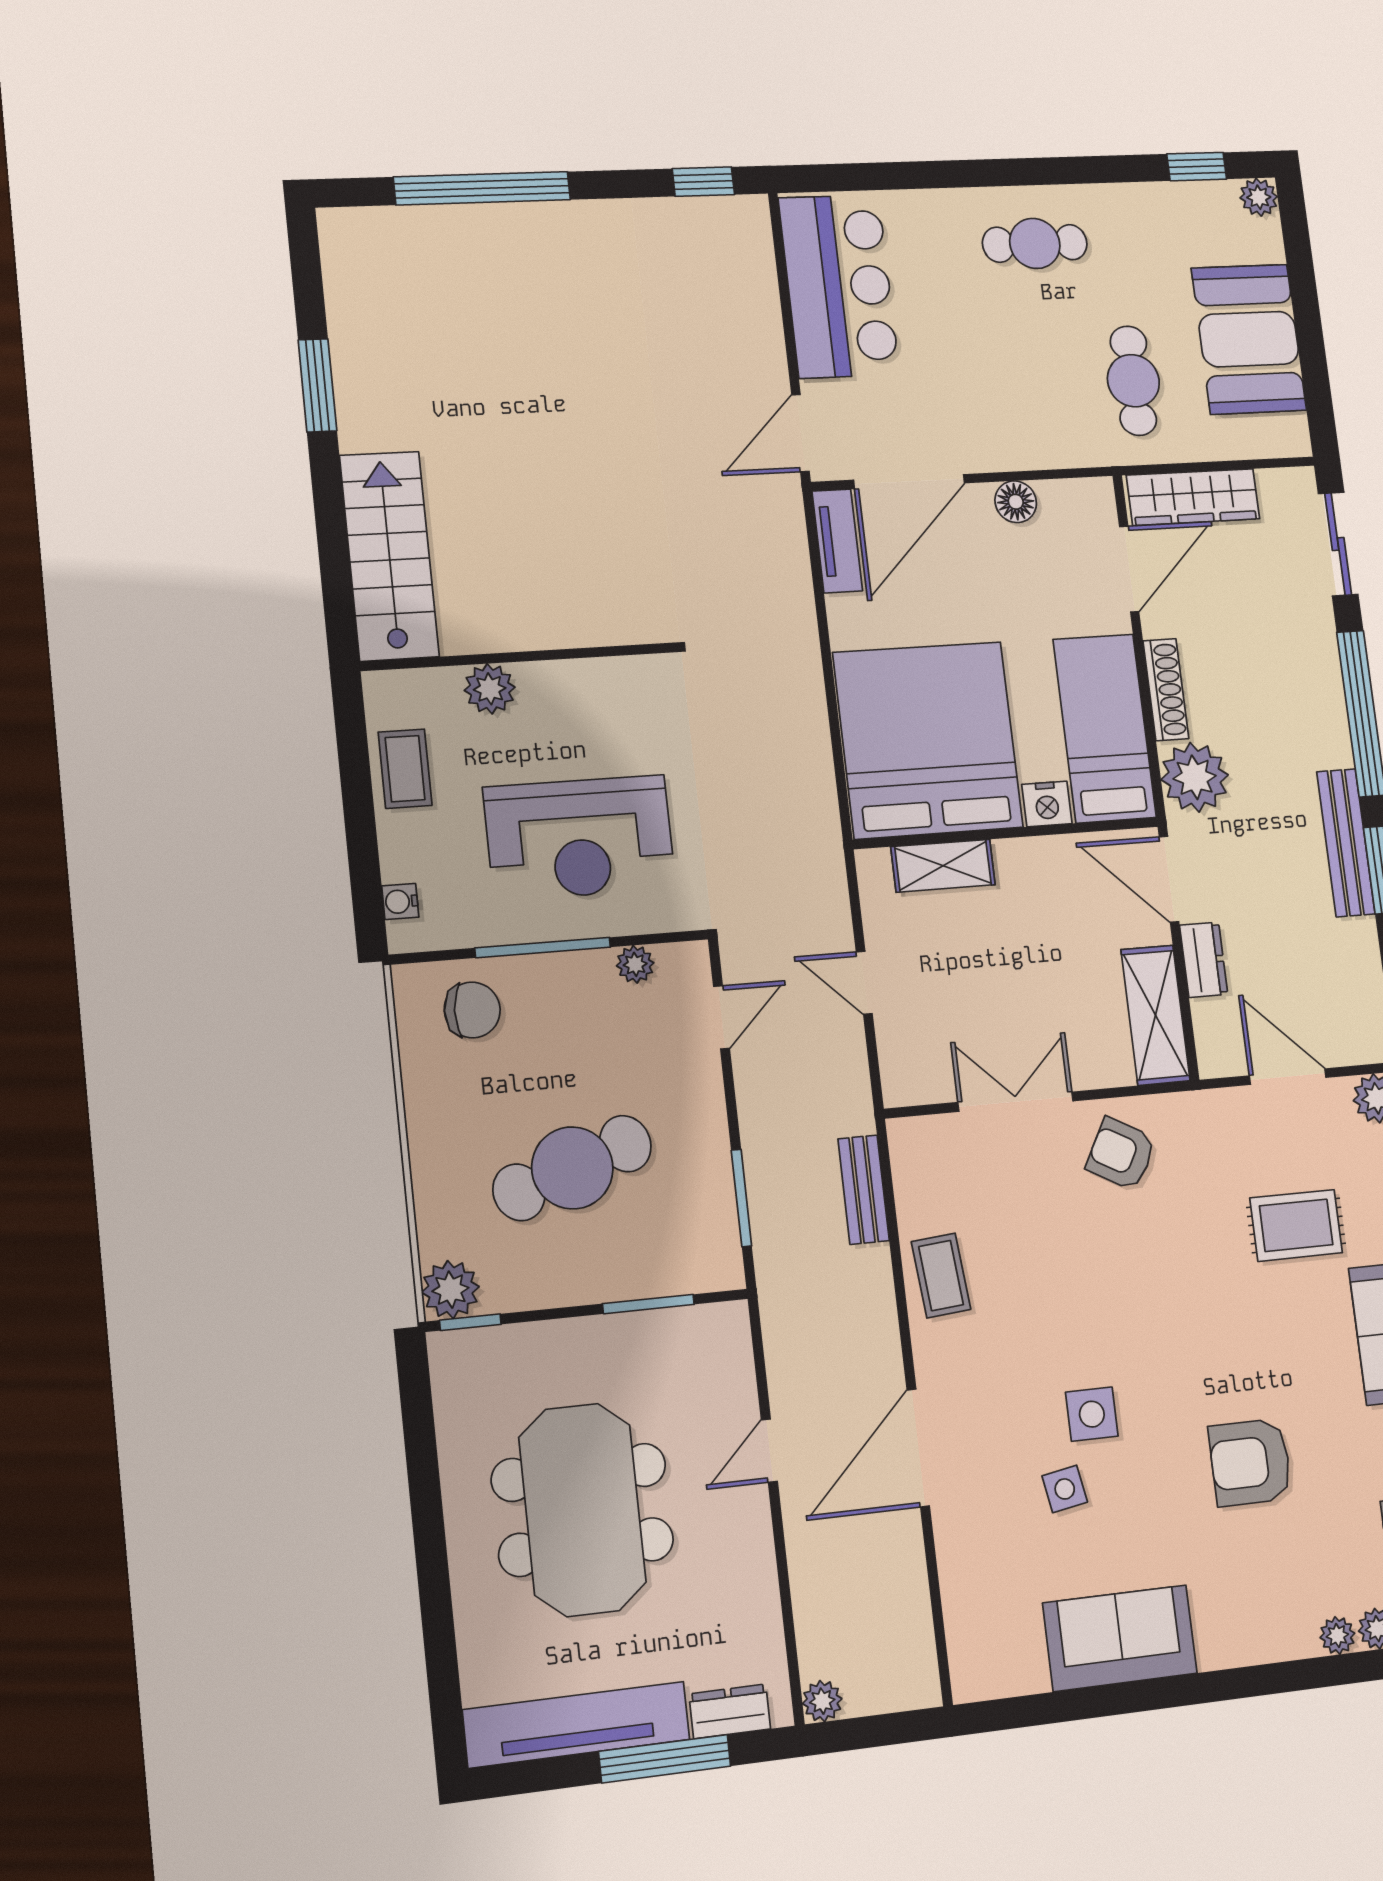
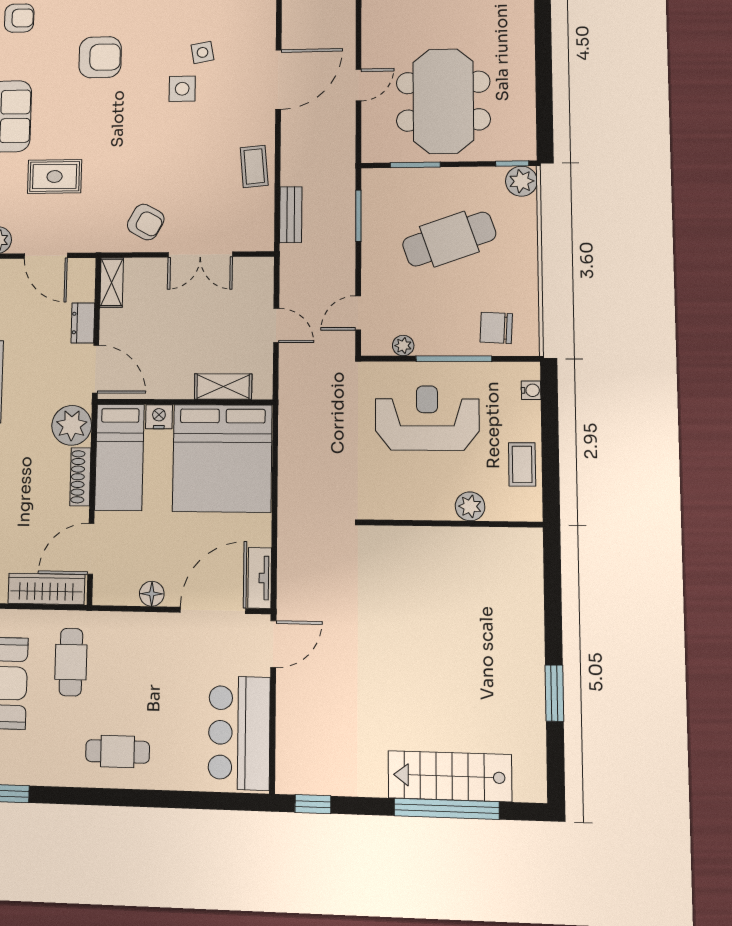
stairs: (389, 556) -> (450, 776), moved, turned 90
shelving: (1155, 1015) -> (112, 283), width x0.67, depth x0.75
meeting table: (582, 1510) -> (443, 101), moved

